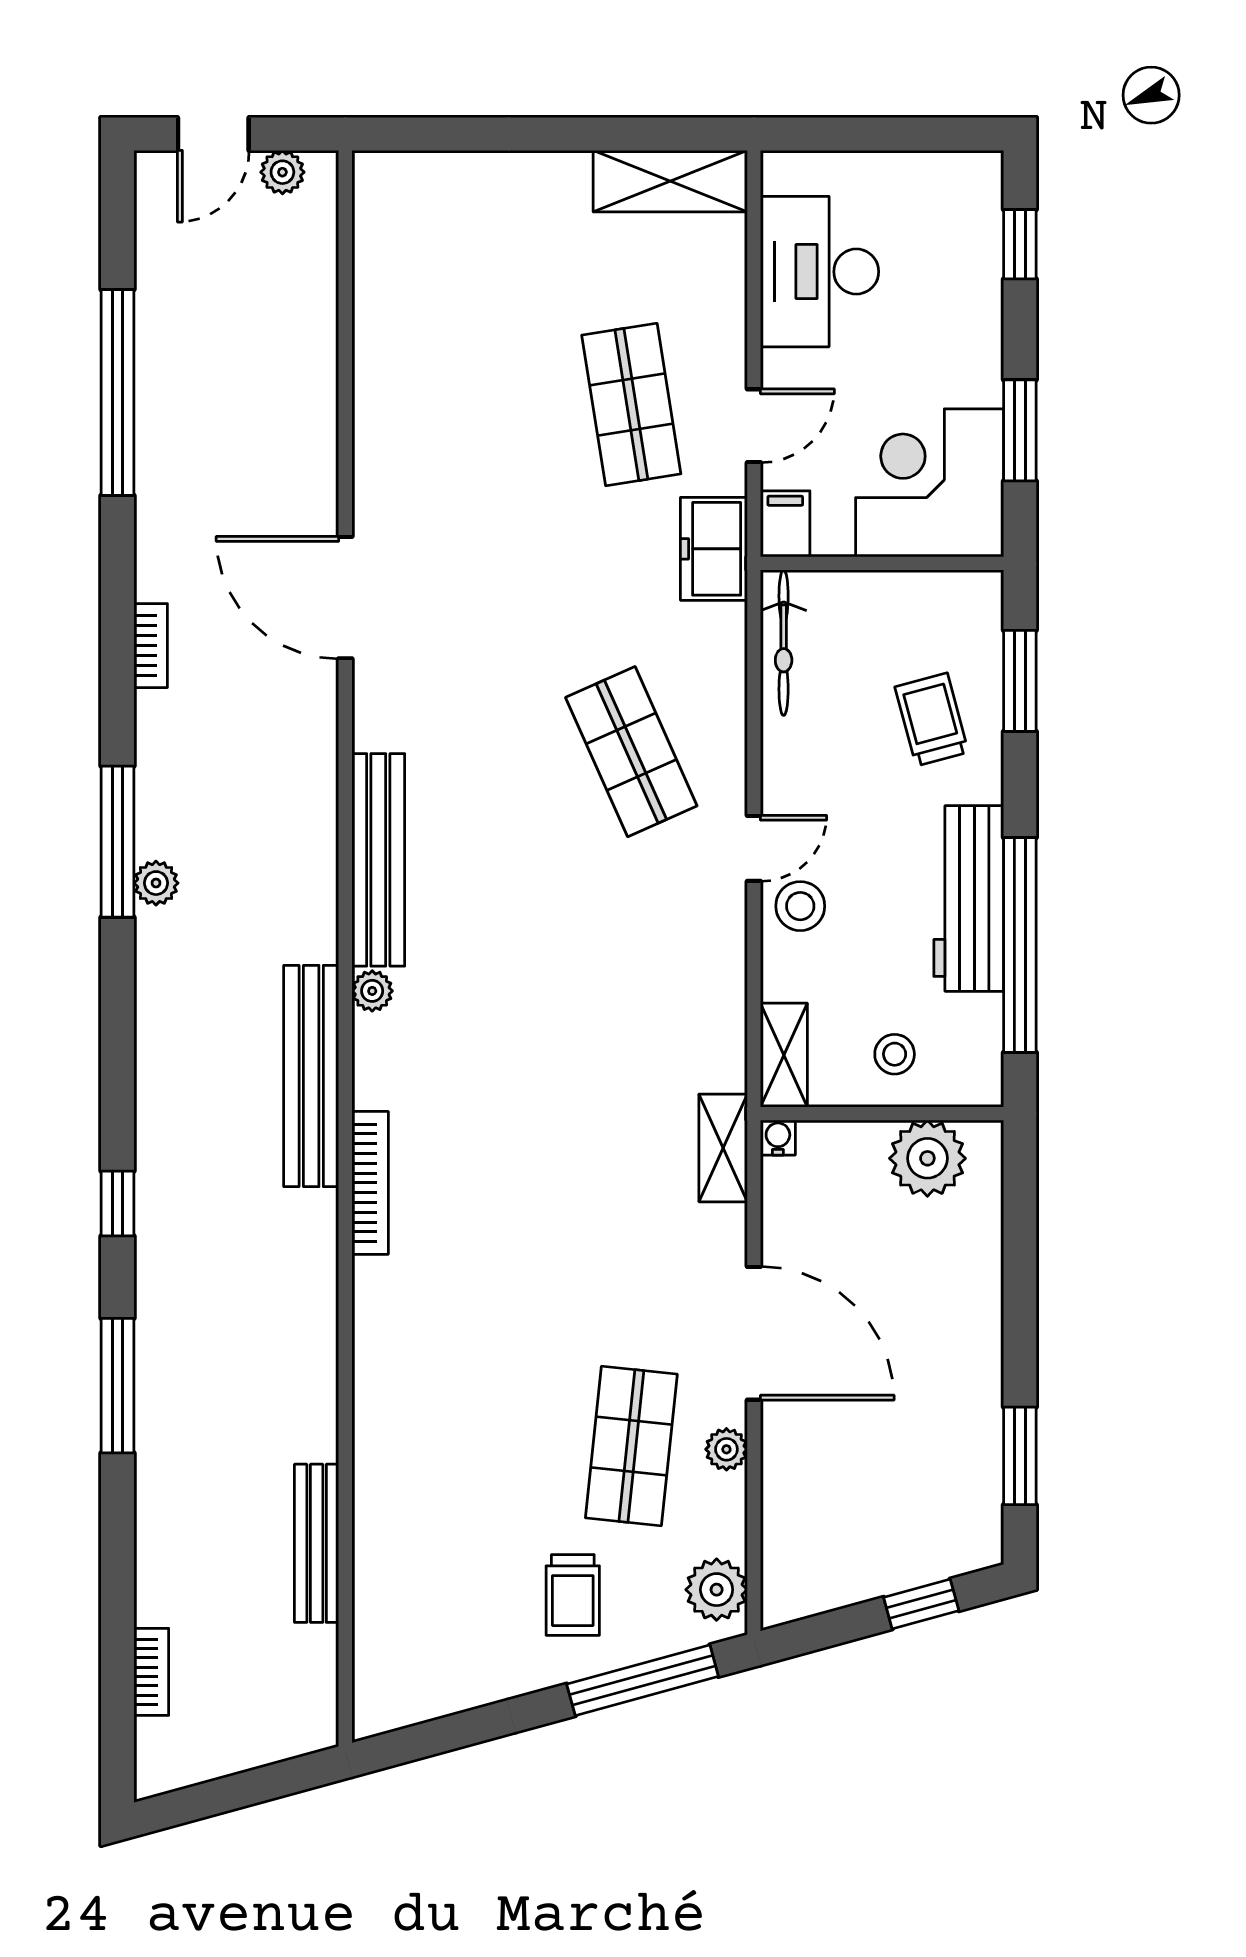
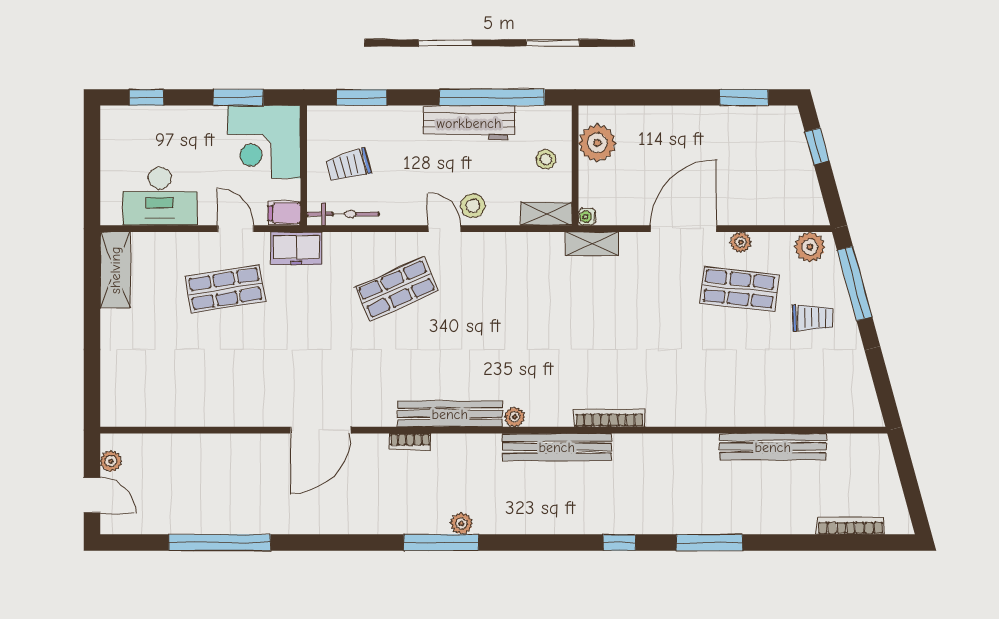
bookcase: (151, 646) -> (410, 442), moved, turned 180
trolley: (932, 720) -> (348, 165), moved
bench: (317, 1543) -> (773, 447), width x1.37, depth x1.21
bookcase: (151, 1672) -> (851, 526), width x1.56

